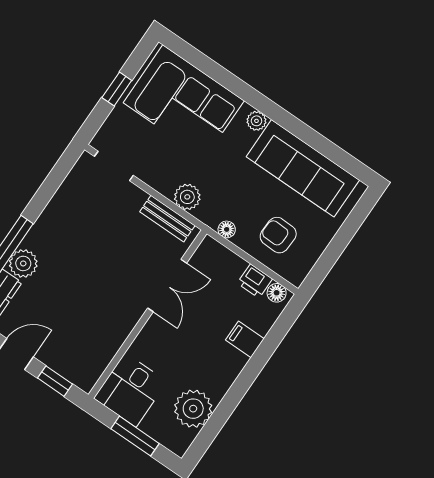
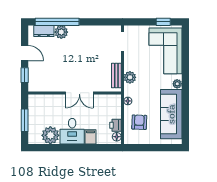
window: (117, 89) -> (163, 22), moved
double door: (167, 286) -> (79, 93), moved
desk: (130, 390) -> (72, 131), moved, turned -90

